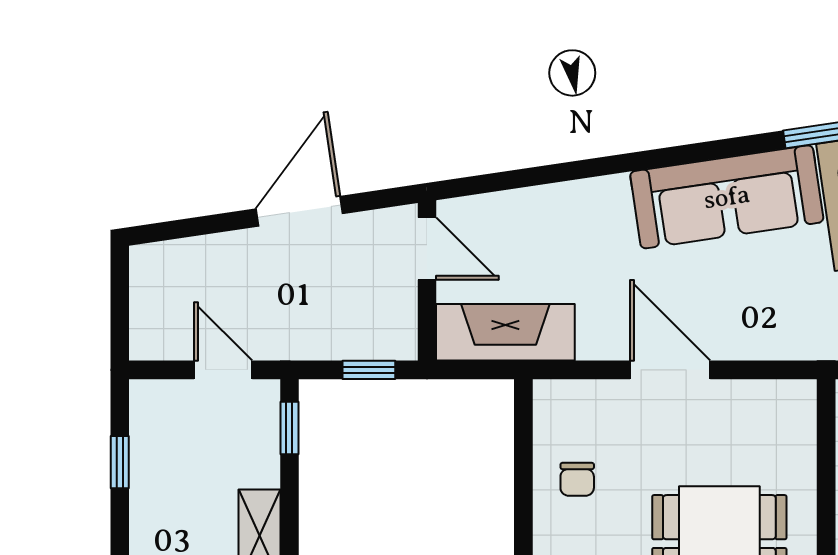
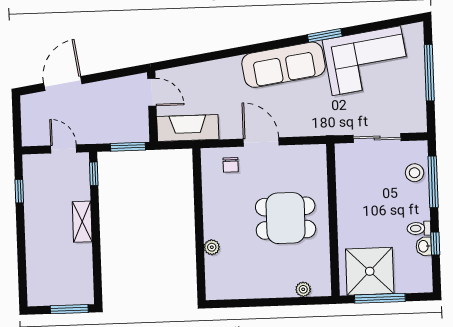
door: (299, 211) -> (63, 84), moved
window: (369, 370) -> (128, 147), width x1.50
chair: (577, 479) -> (231, 165), moved

